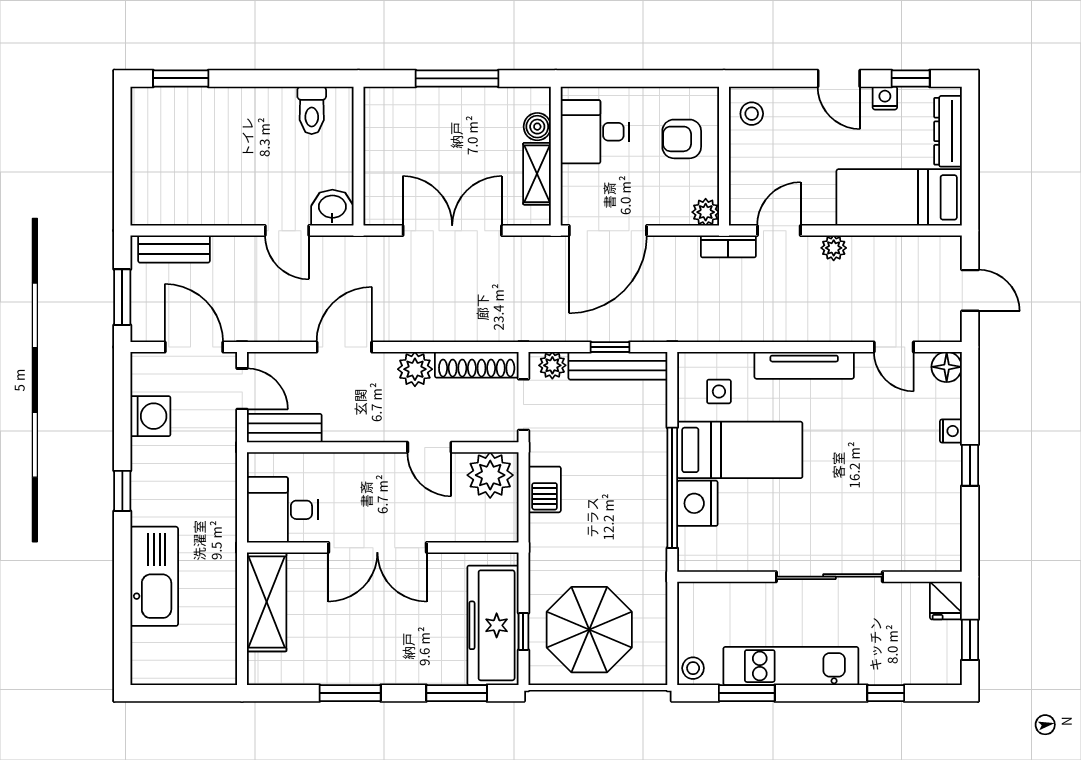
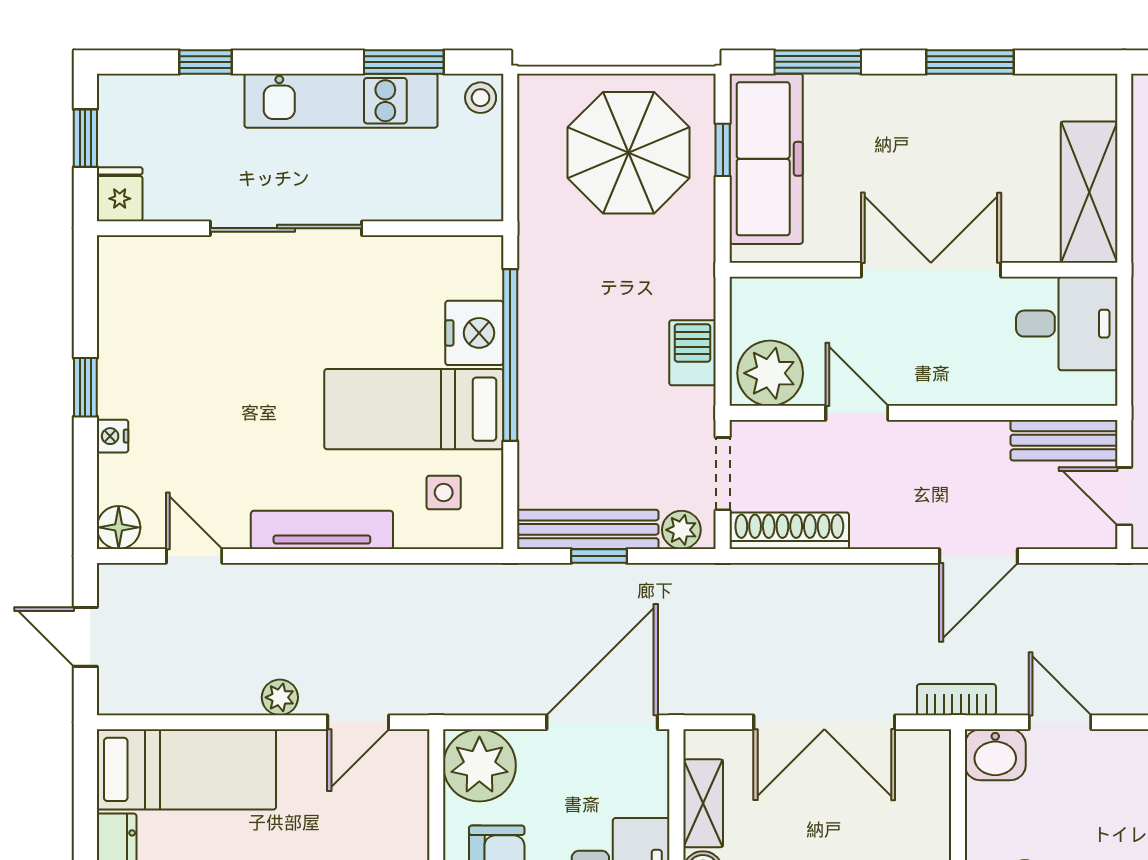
plant: (706, 212) -> (479, 765), width x1.88, depth x1.88
bookcase: (728, 246) -> (956, 700), moved
plant: (415, 369) -> (877, 524), removed

